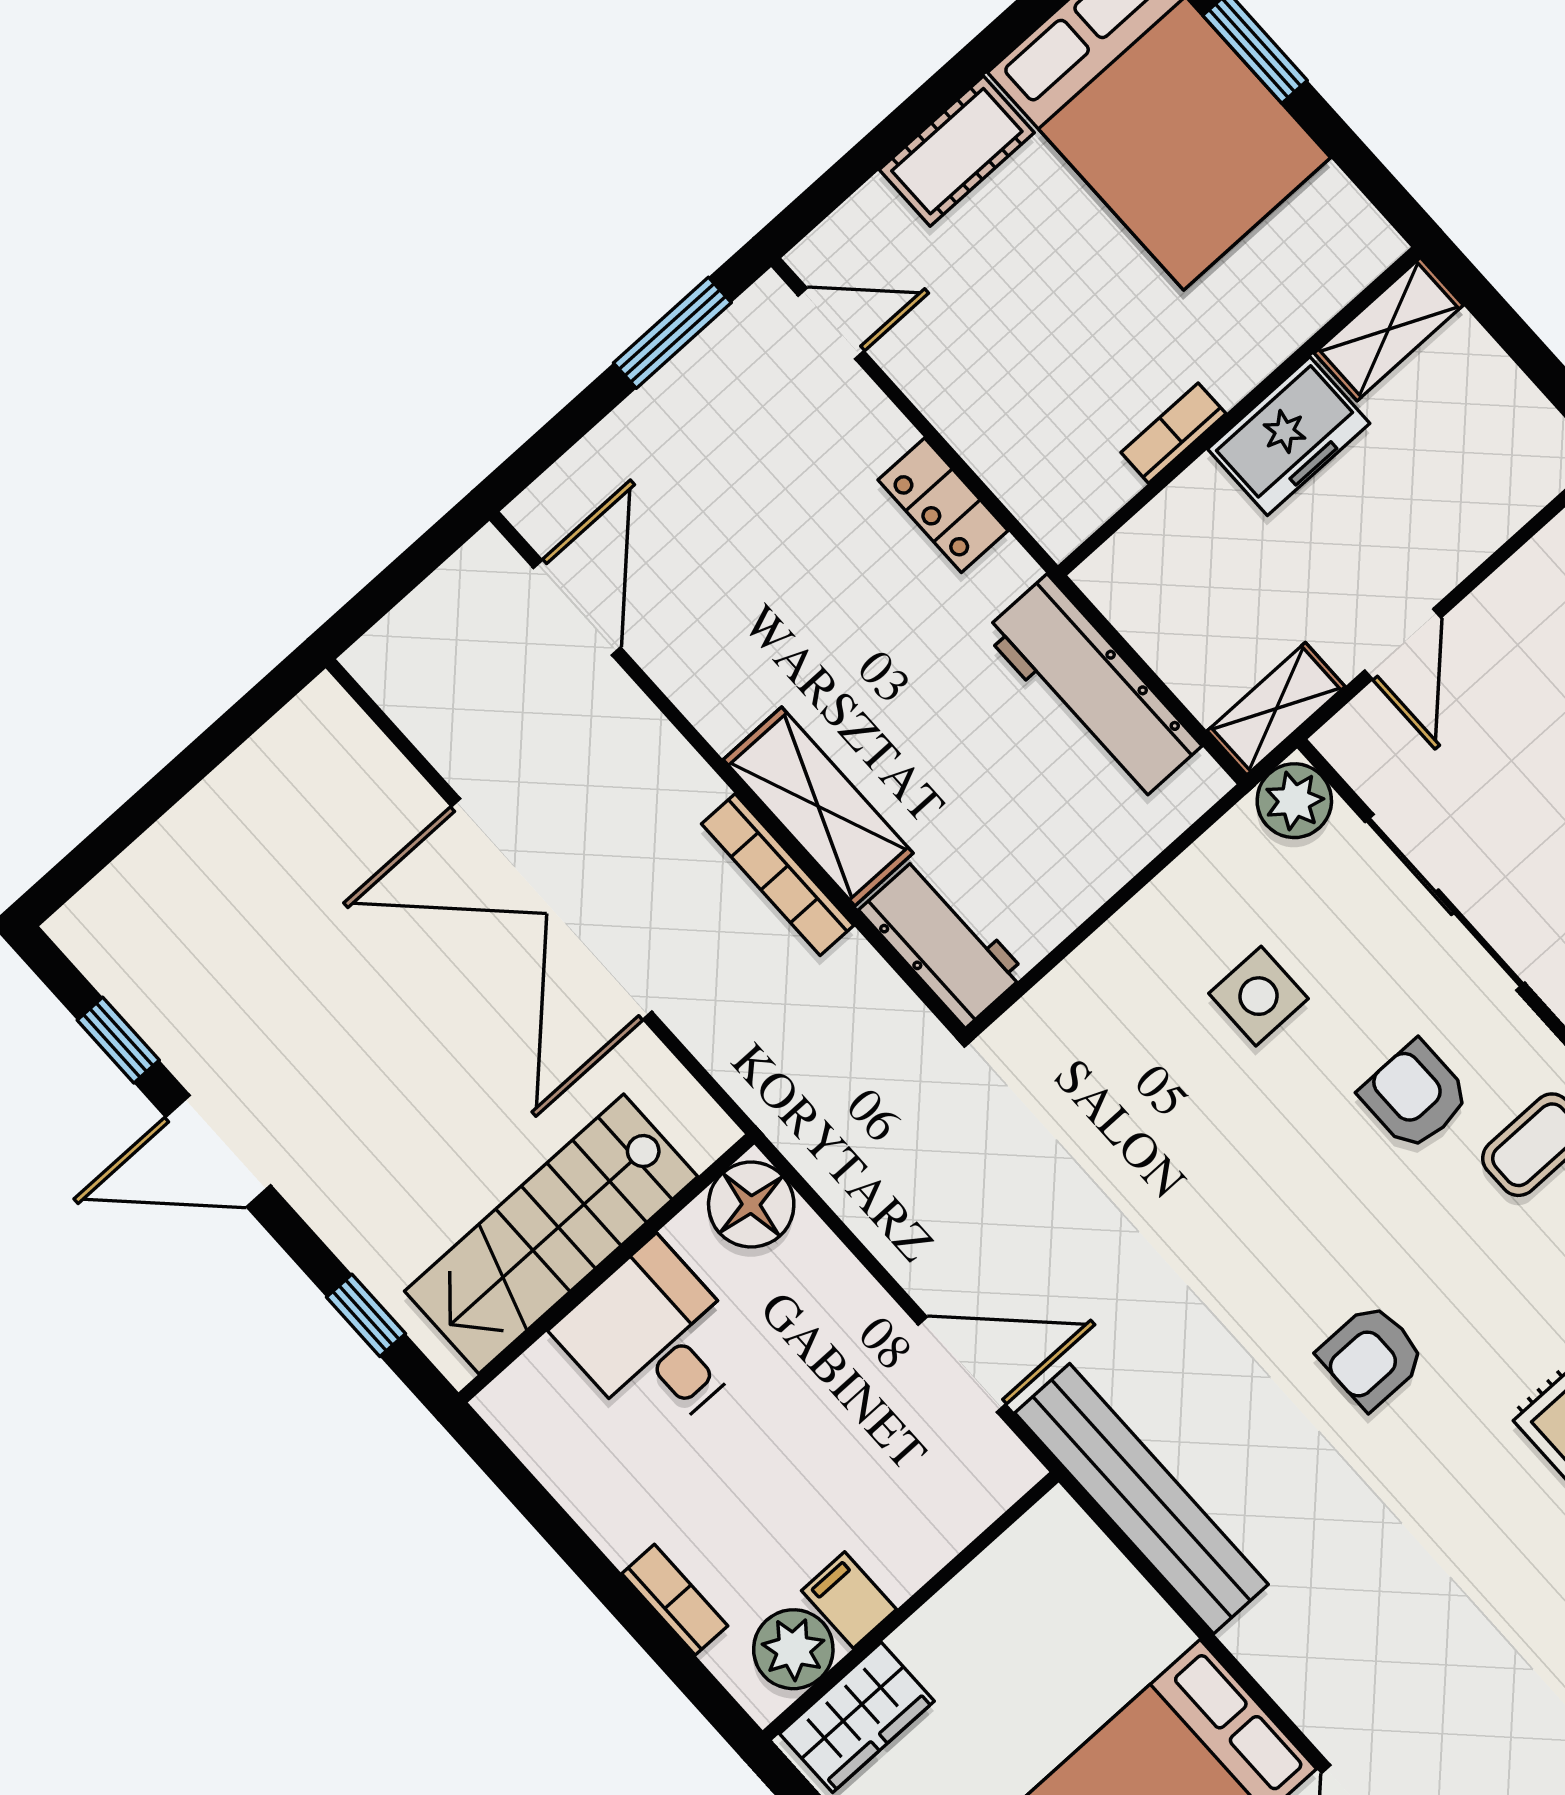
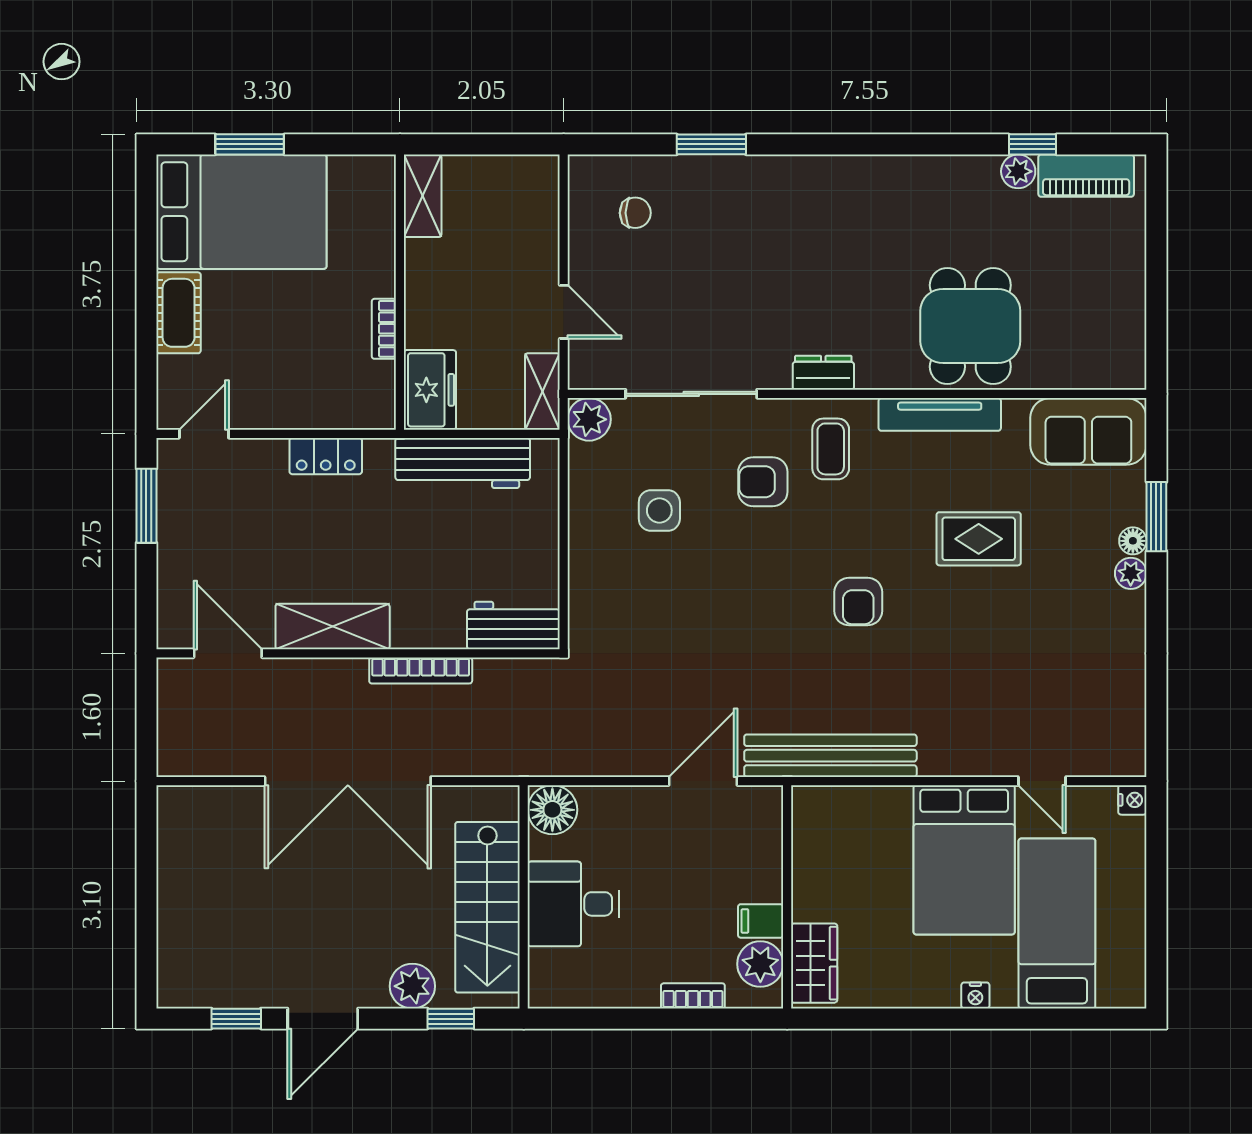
freezer: (1289, 436) -> (430, 390), moved
shelving: (818, 806) -> (333, 627), moved
plant: (363, 1229) -> (412, 986), added

